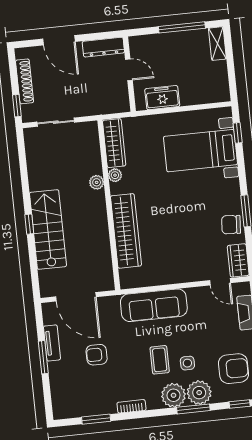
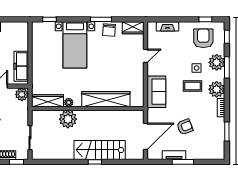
freezer: (162, 98) -> (21, 66), width x1.40
plant: (120, 103) -> (22, 94), added
bed with nightstands: (200, 151) -> (75, 45), moved
plant: (97, 182) -> (68, 119), width x1.88, depth x1.88
door: (220, 282) -> (146, 56), moved
sofa: (154, 305) -> (156, 92), width x0.73
armchair: (97, 355) -> (185, 127), turned -111
plant: (174, 395) -> (217, 89), moved

